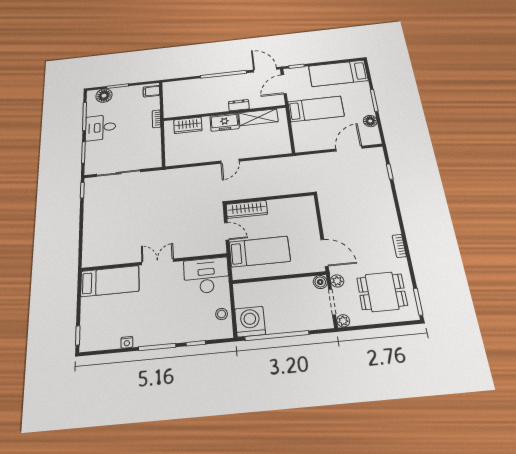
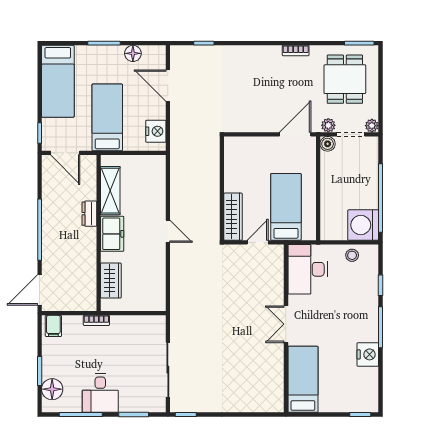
door: (265, 70) -> (40, 290), moved
nightstand: (310, 144) -> (156, 131), added
nightstand: (127, 342) -> (368, 354), width x1.89, depth x1.79

